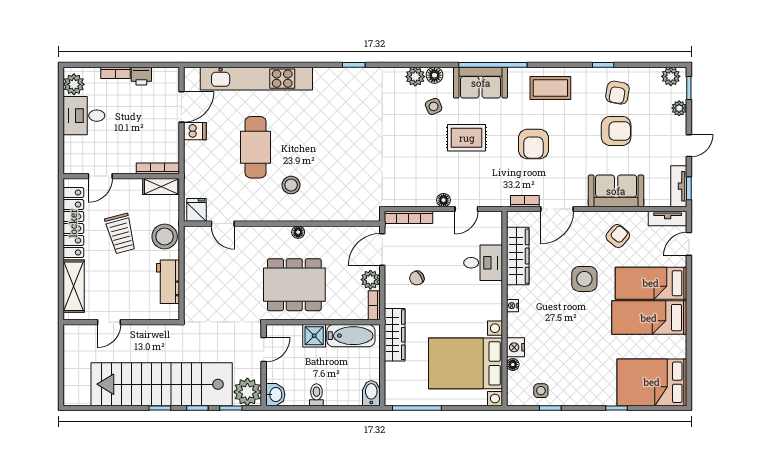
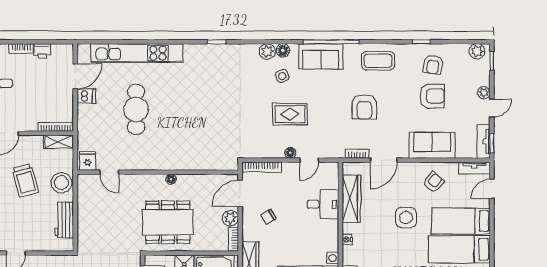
plant: (679, 108) -> (484, 93), moved
rug: (467, 138) -> (290, 114), moved
stool: (291, 185) -> (165, 140), removed

